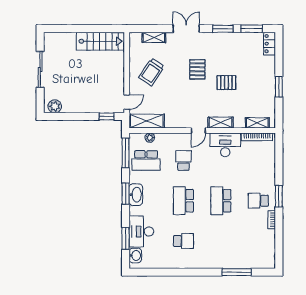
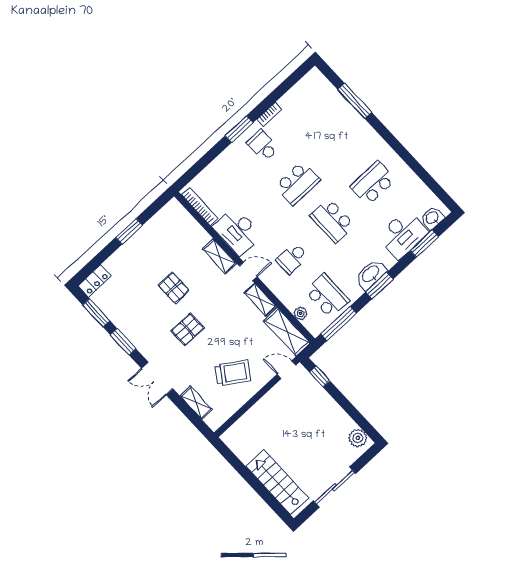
stairs: (100, 41) -> (277, 482), moved
shelving: (257, 123) -> (260, 300), moved
school desk: (183, 201) -> (332, 221), turned 90
school desk: (258, 201) -> (263, 146), turned 180
school desk: (183, 241) -> (373, 183), width x1.85

